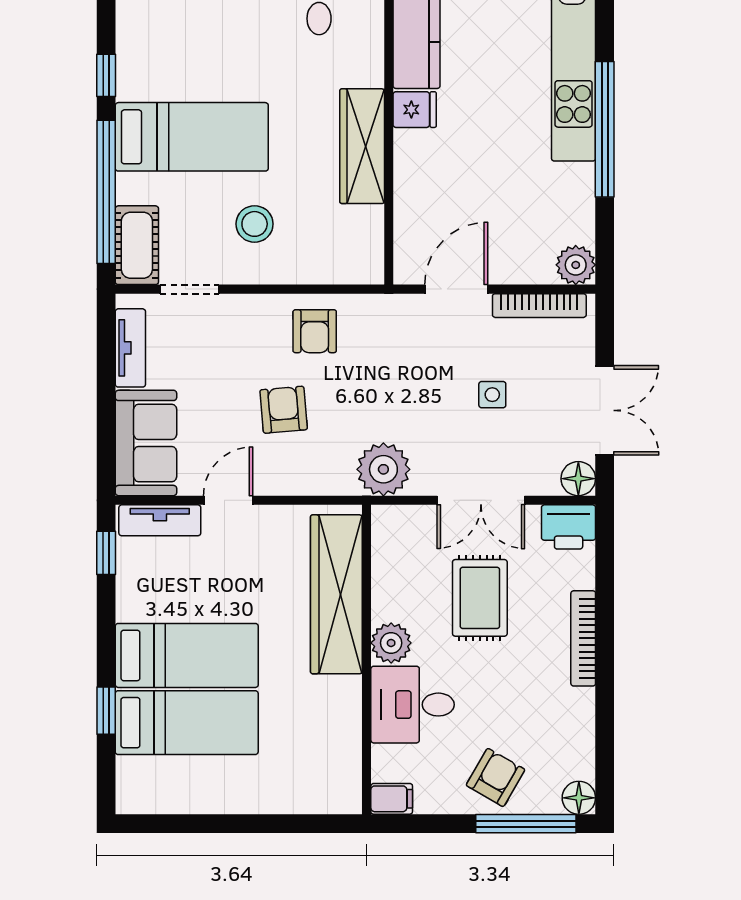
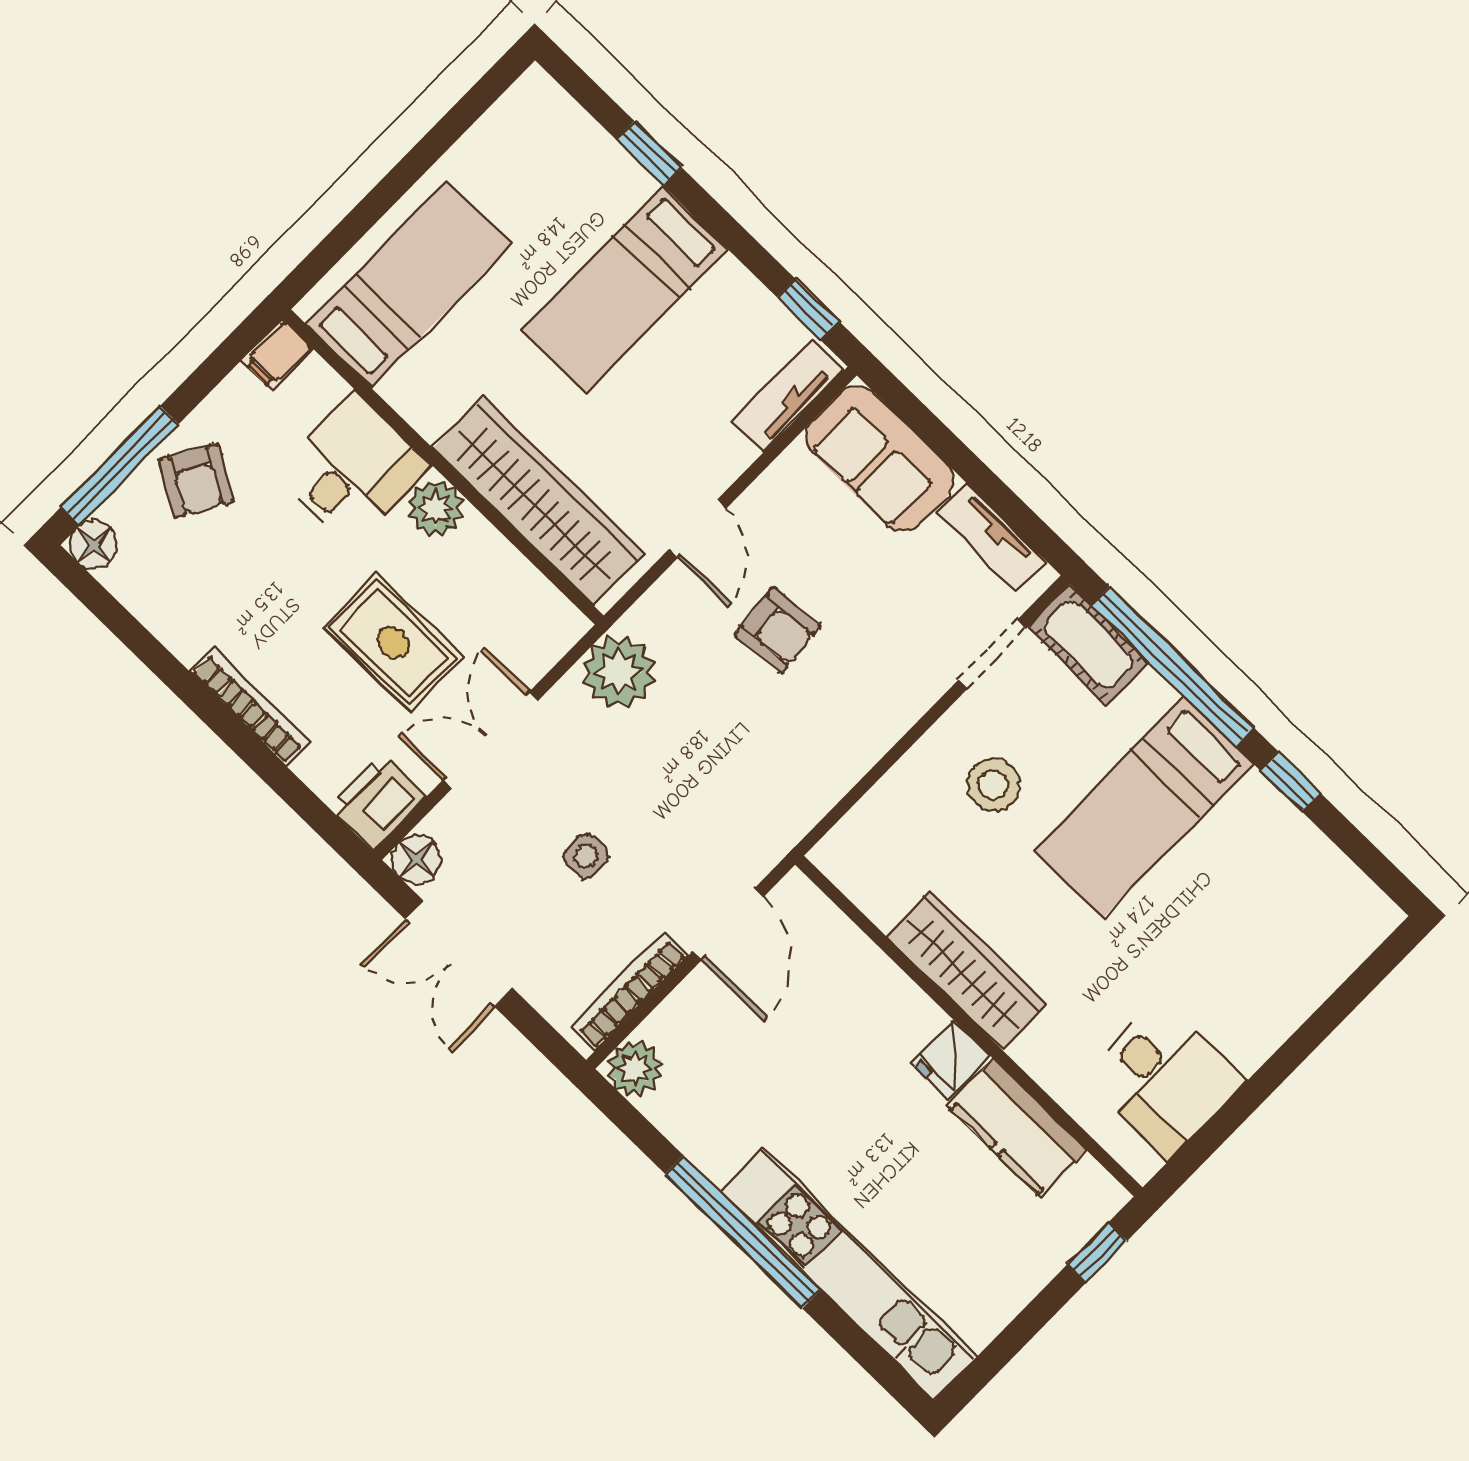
armchair: (315, 331) -> (826, 739), removed
door: (228, 500) -> (698, 529), moved
bed: (187, 723) -> (409, 284), moved, turned 180

